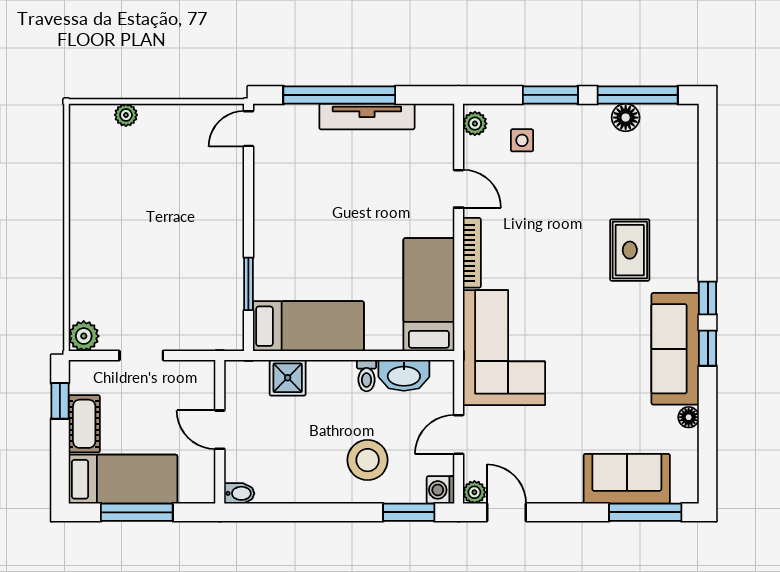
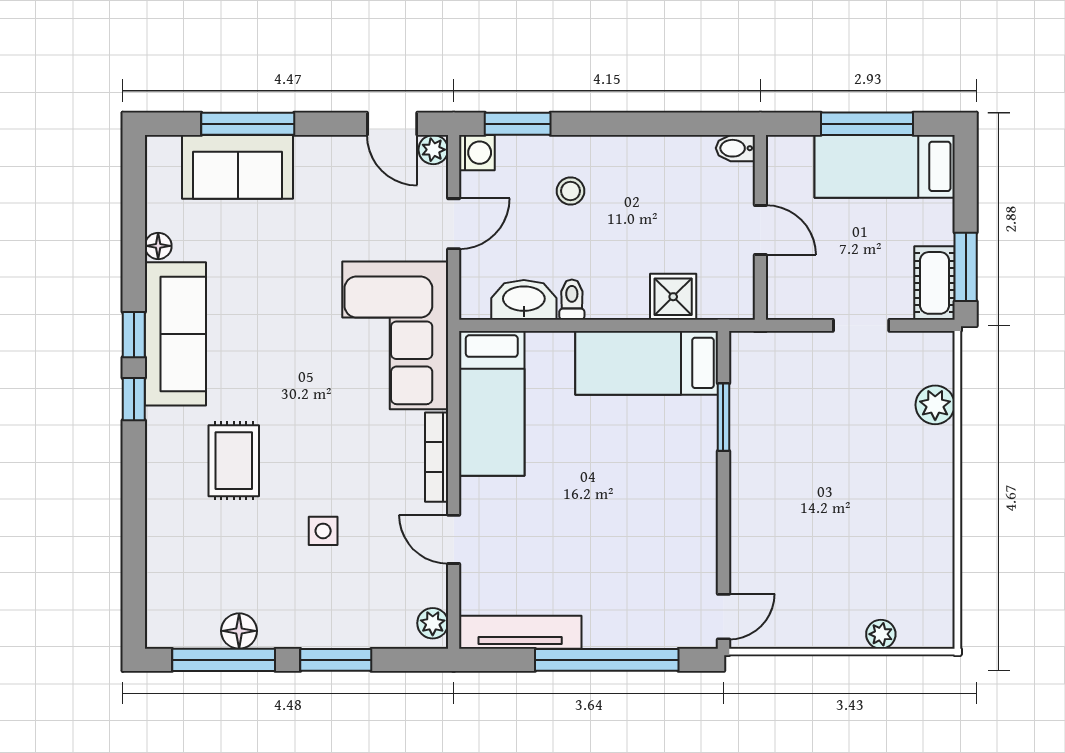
tv unit: (367, 117) -> (520, 632), moved
side table: (522, 140) -> (323, 531), moved
plant: (84, 336) -> (935, 405), moved
window: (60, 401) -> (966, 267), width x1.50
cot: (84, 424) -> (934, 283), moved
stool: (368, 460) -> (571, 191), width x0.53, depth x0.53
window: (645, 512) -> (248, 124), moved

